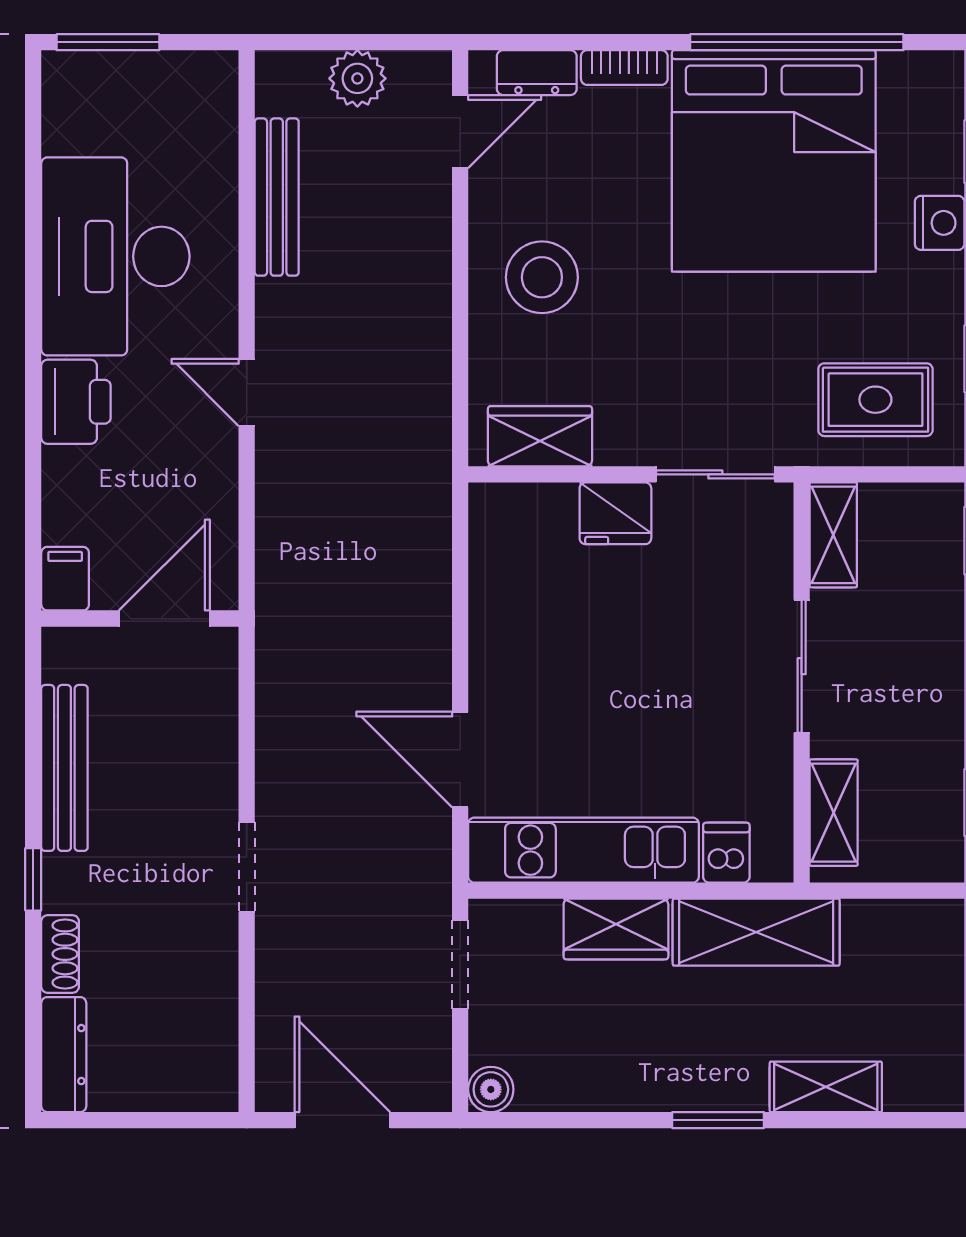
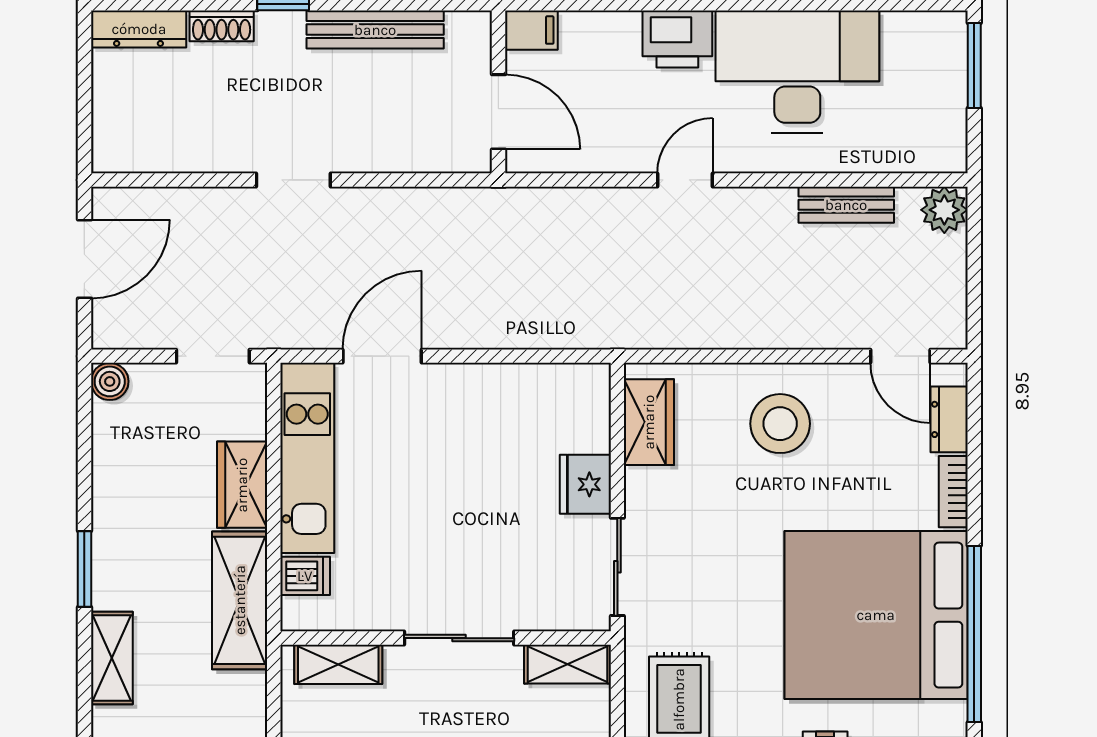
plant: (357, 78) -> (944, 210), moved
bench: (277, 197) -> (846, 205), width x0.73

